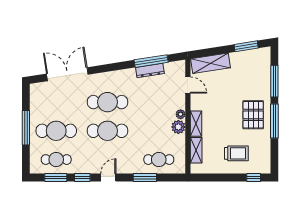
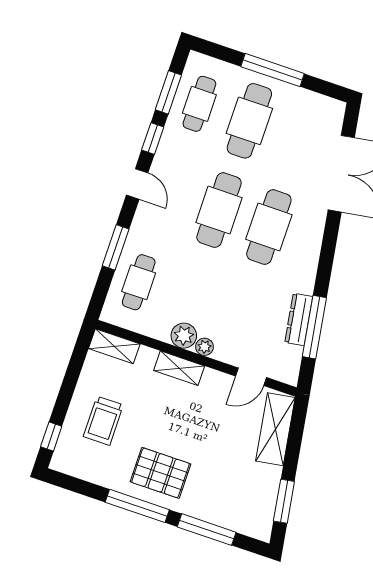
shelving: (196, 150) -> (114, 346), moved

